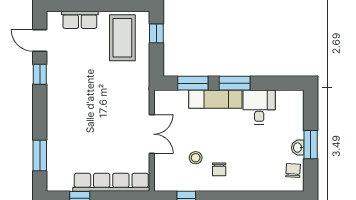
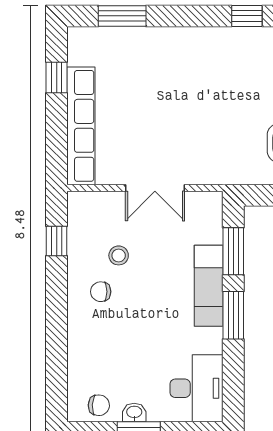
desk: (259, 107) -> (196, 388), moved, width x1.37

